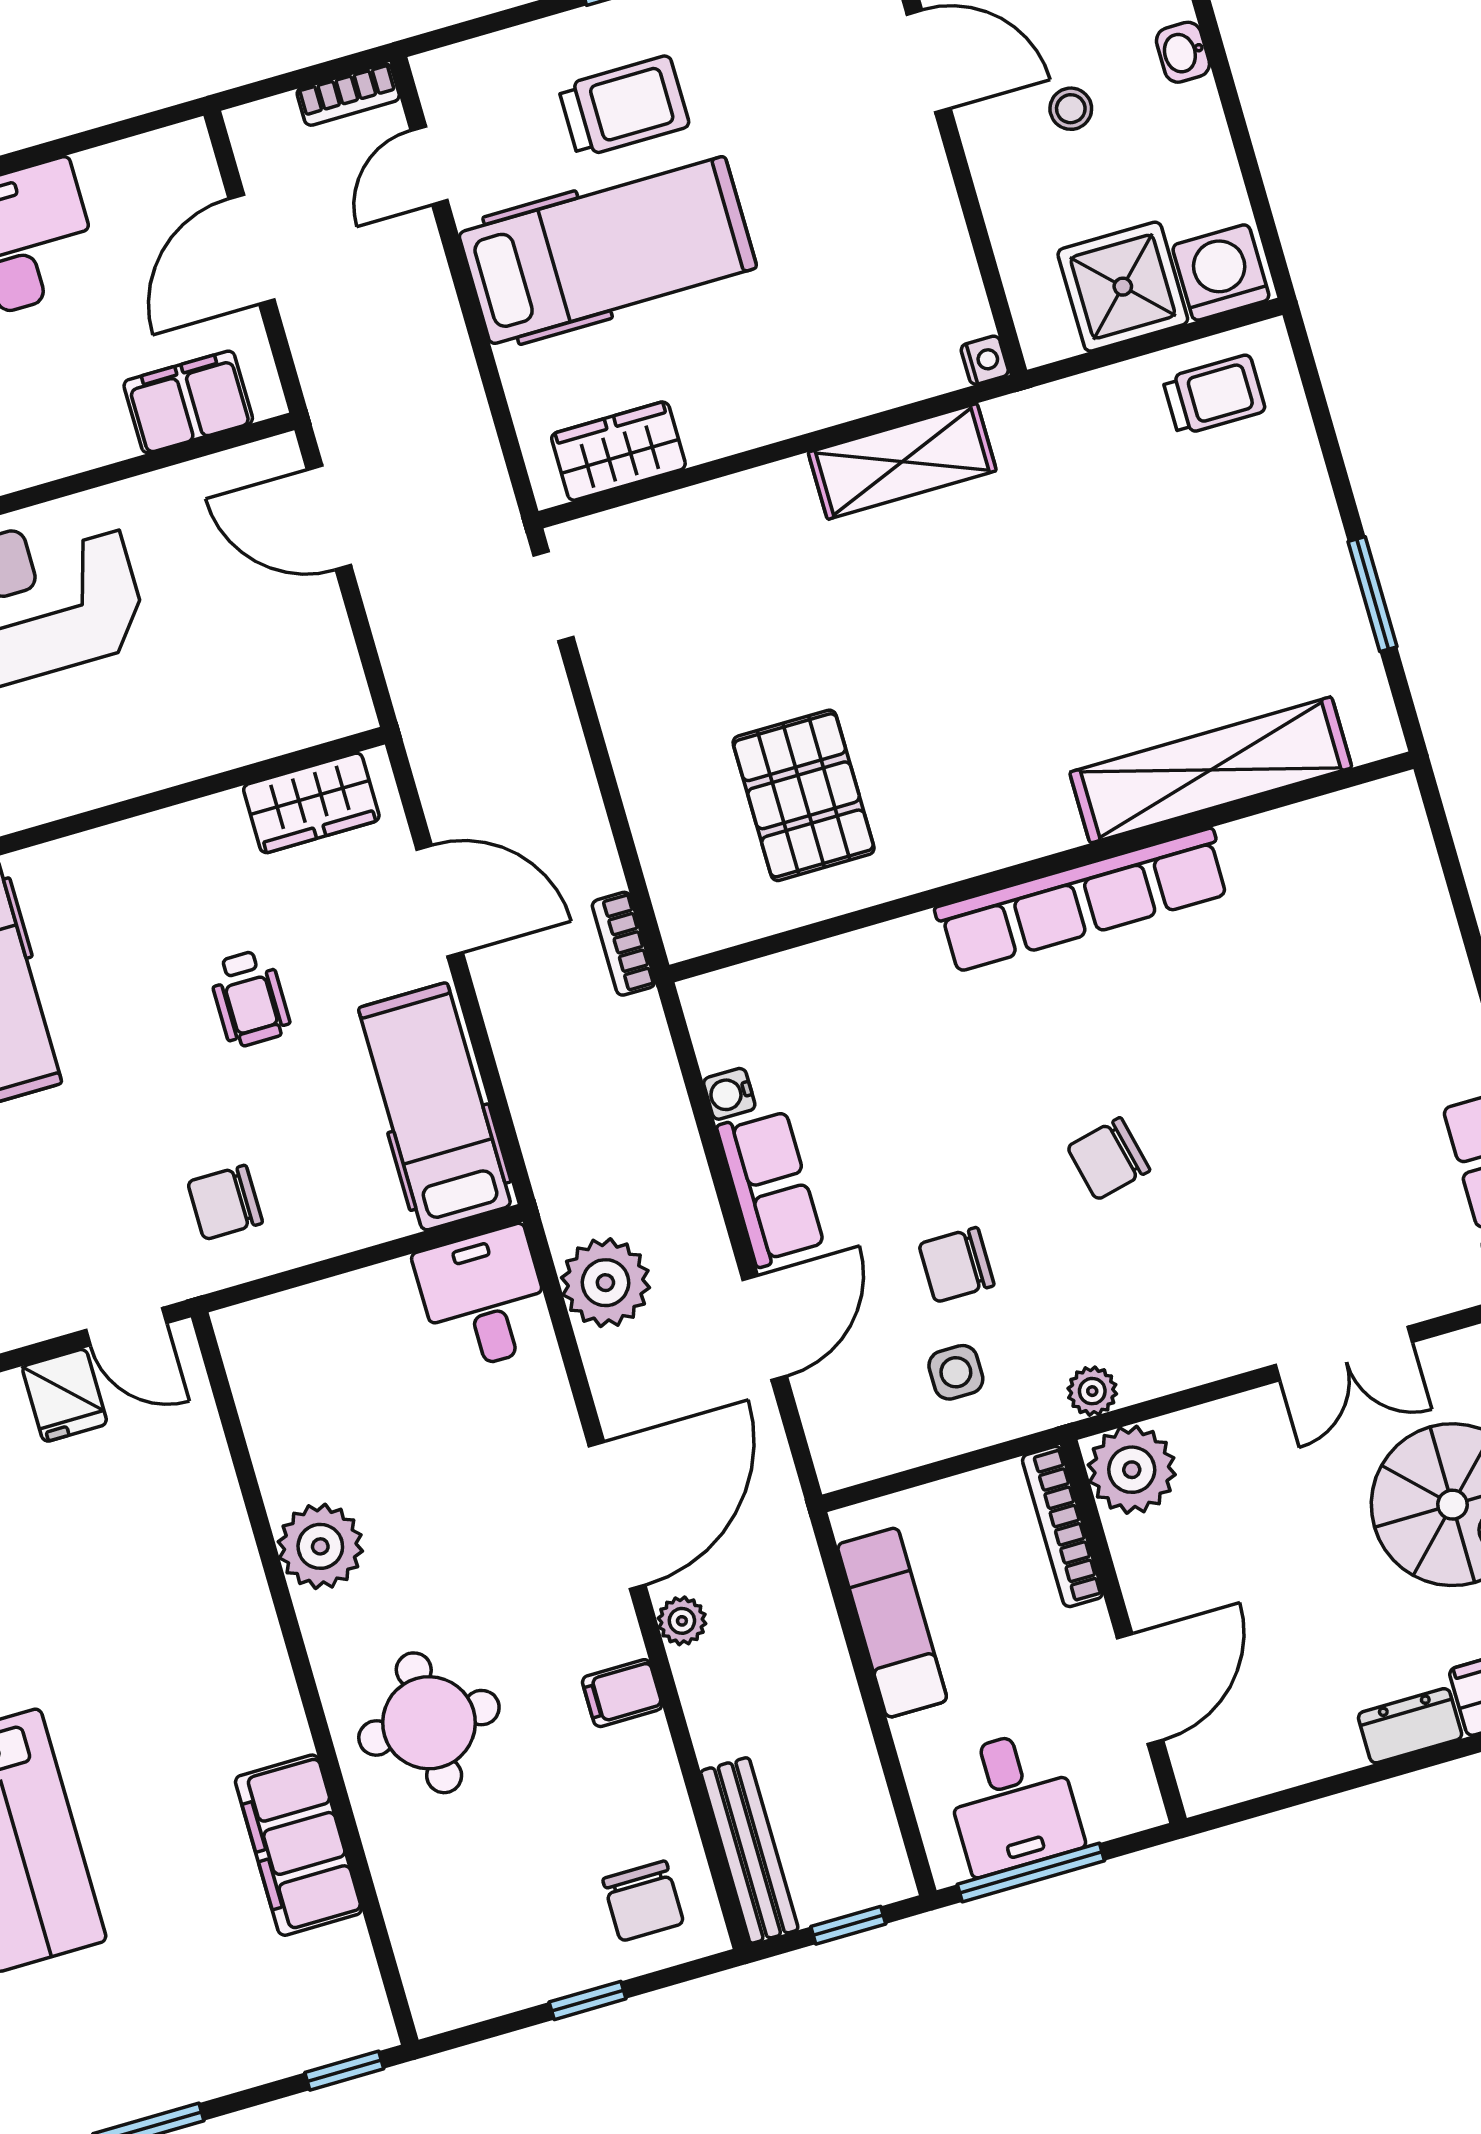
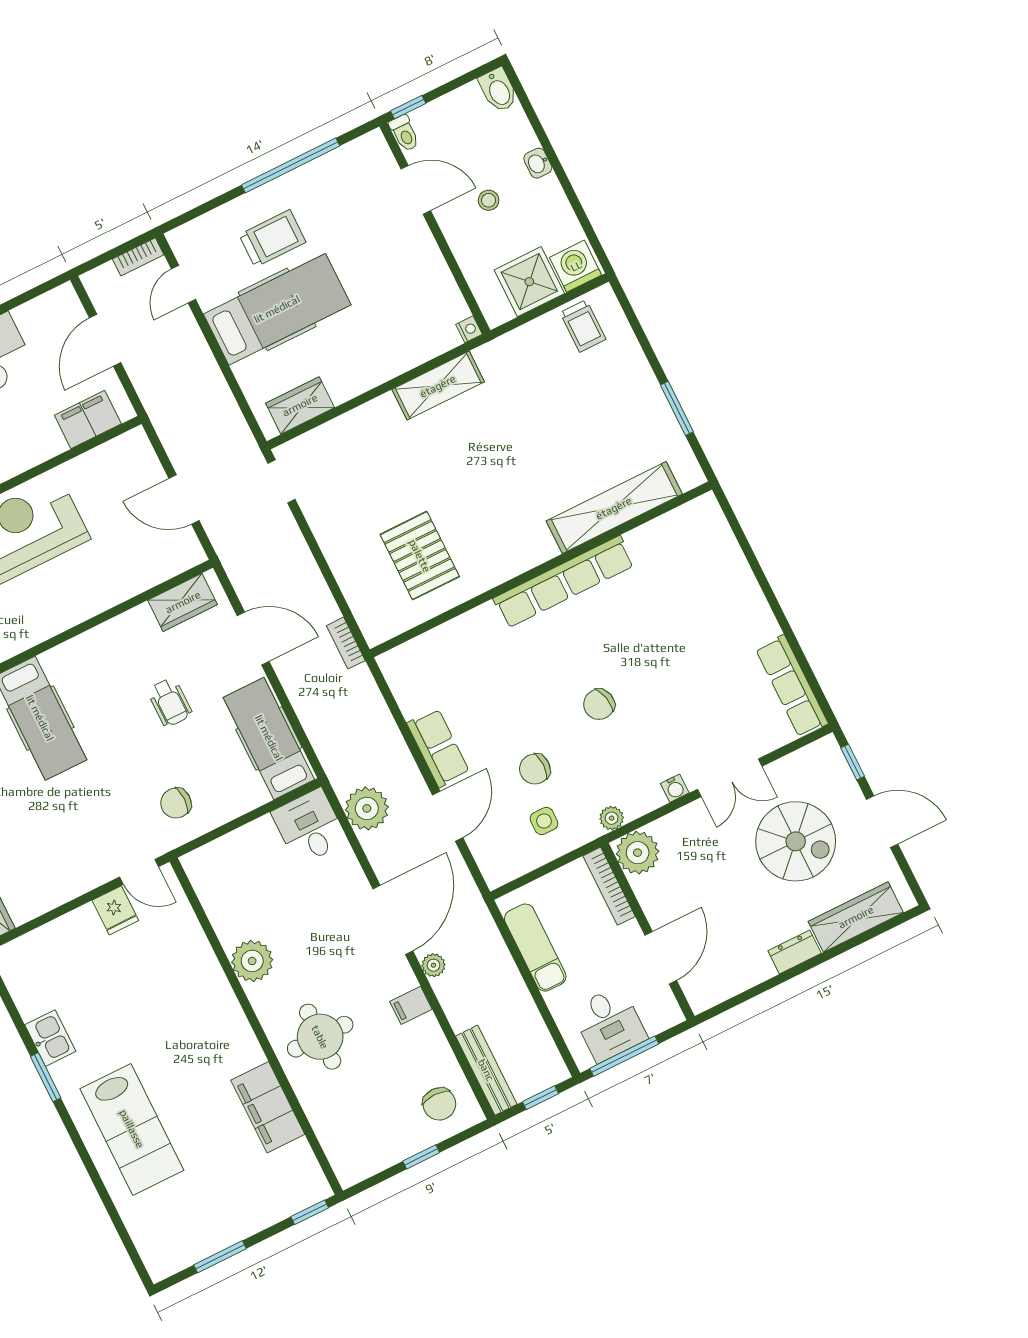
trolley: (1214, 395) -> (583, 326), turned 90
door: (329, 518) -> (184, 499), moved
water cooler: (729, 1094) -> (675, 788), moved, turned -90

